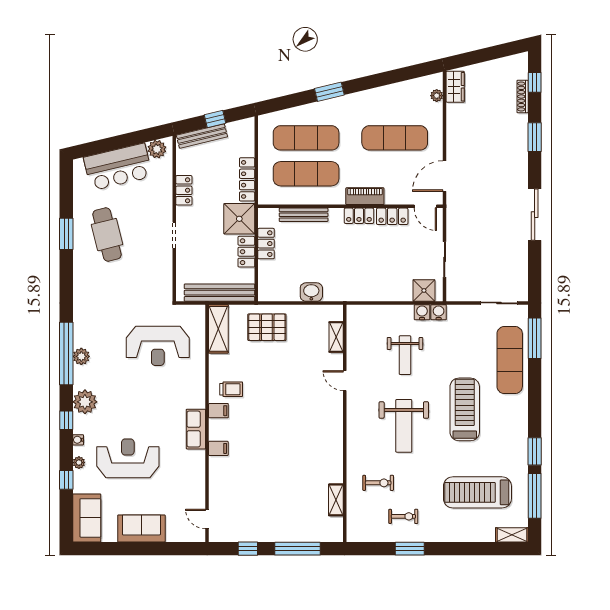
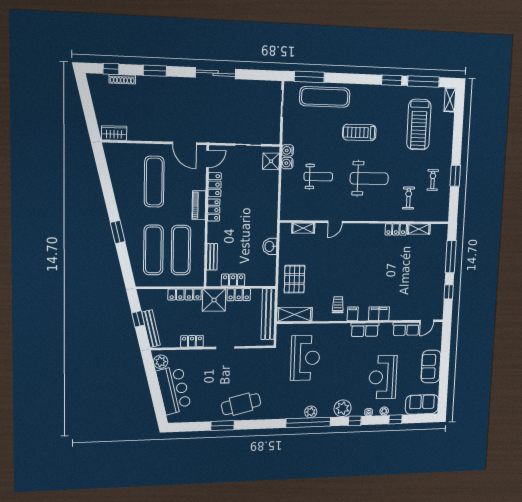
plant: (437, 96) -> (121, 148), removed
bench: (304, 215) -> (212, 257), width x0.73
cafe table: (107, 235) -> (241, 404), moved
treadmill: (465, 409) -> (359, 132), width x0.73, depth x0.73
filing cabinet: (218, 448) -> (379, 314), width x2.00
locker: (335, 467) -> (396, 229), added
row of seats: (196, 489) -> (406, 329), added

